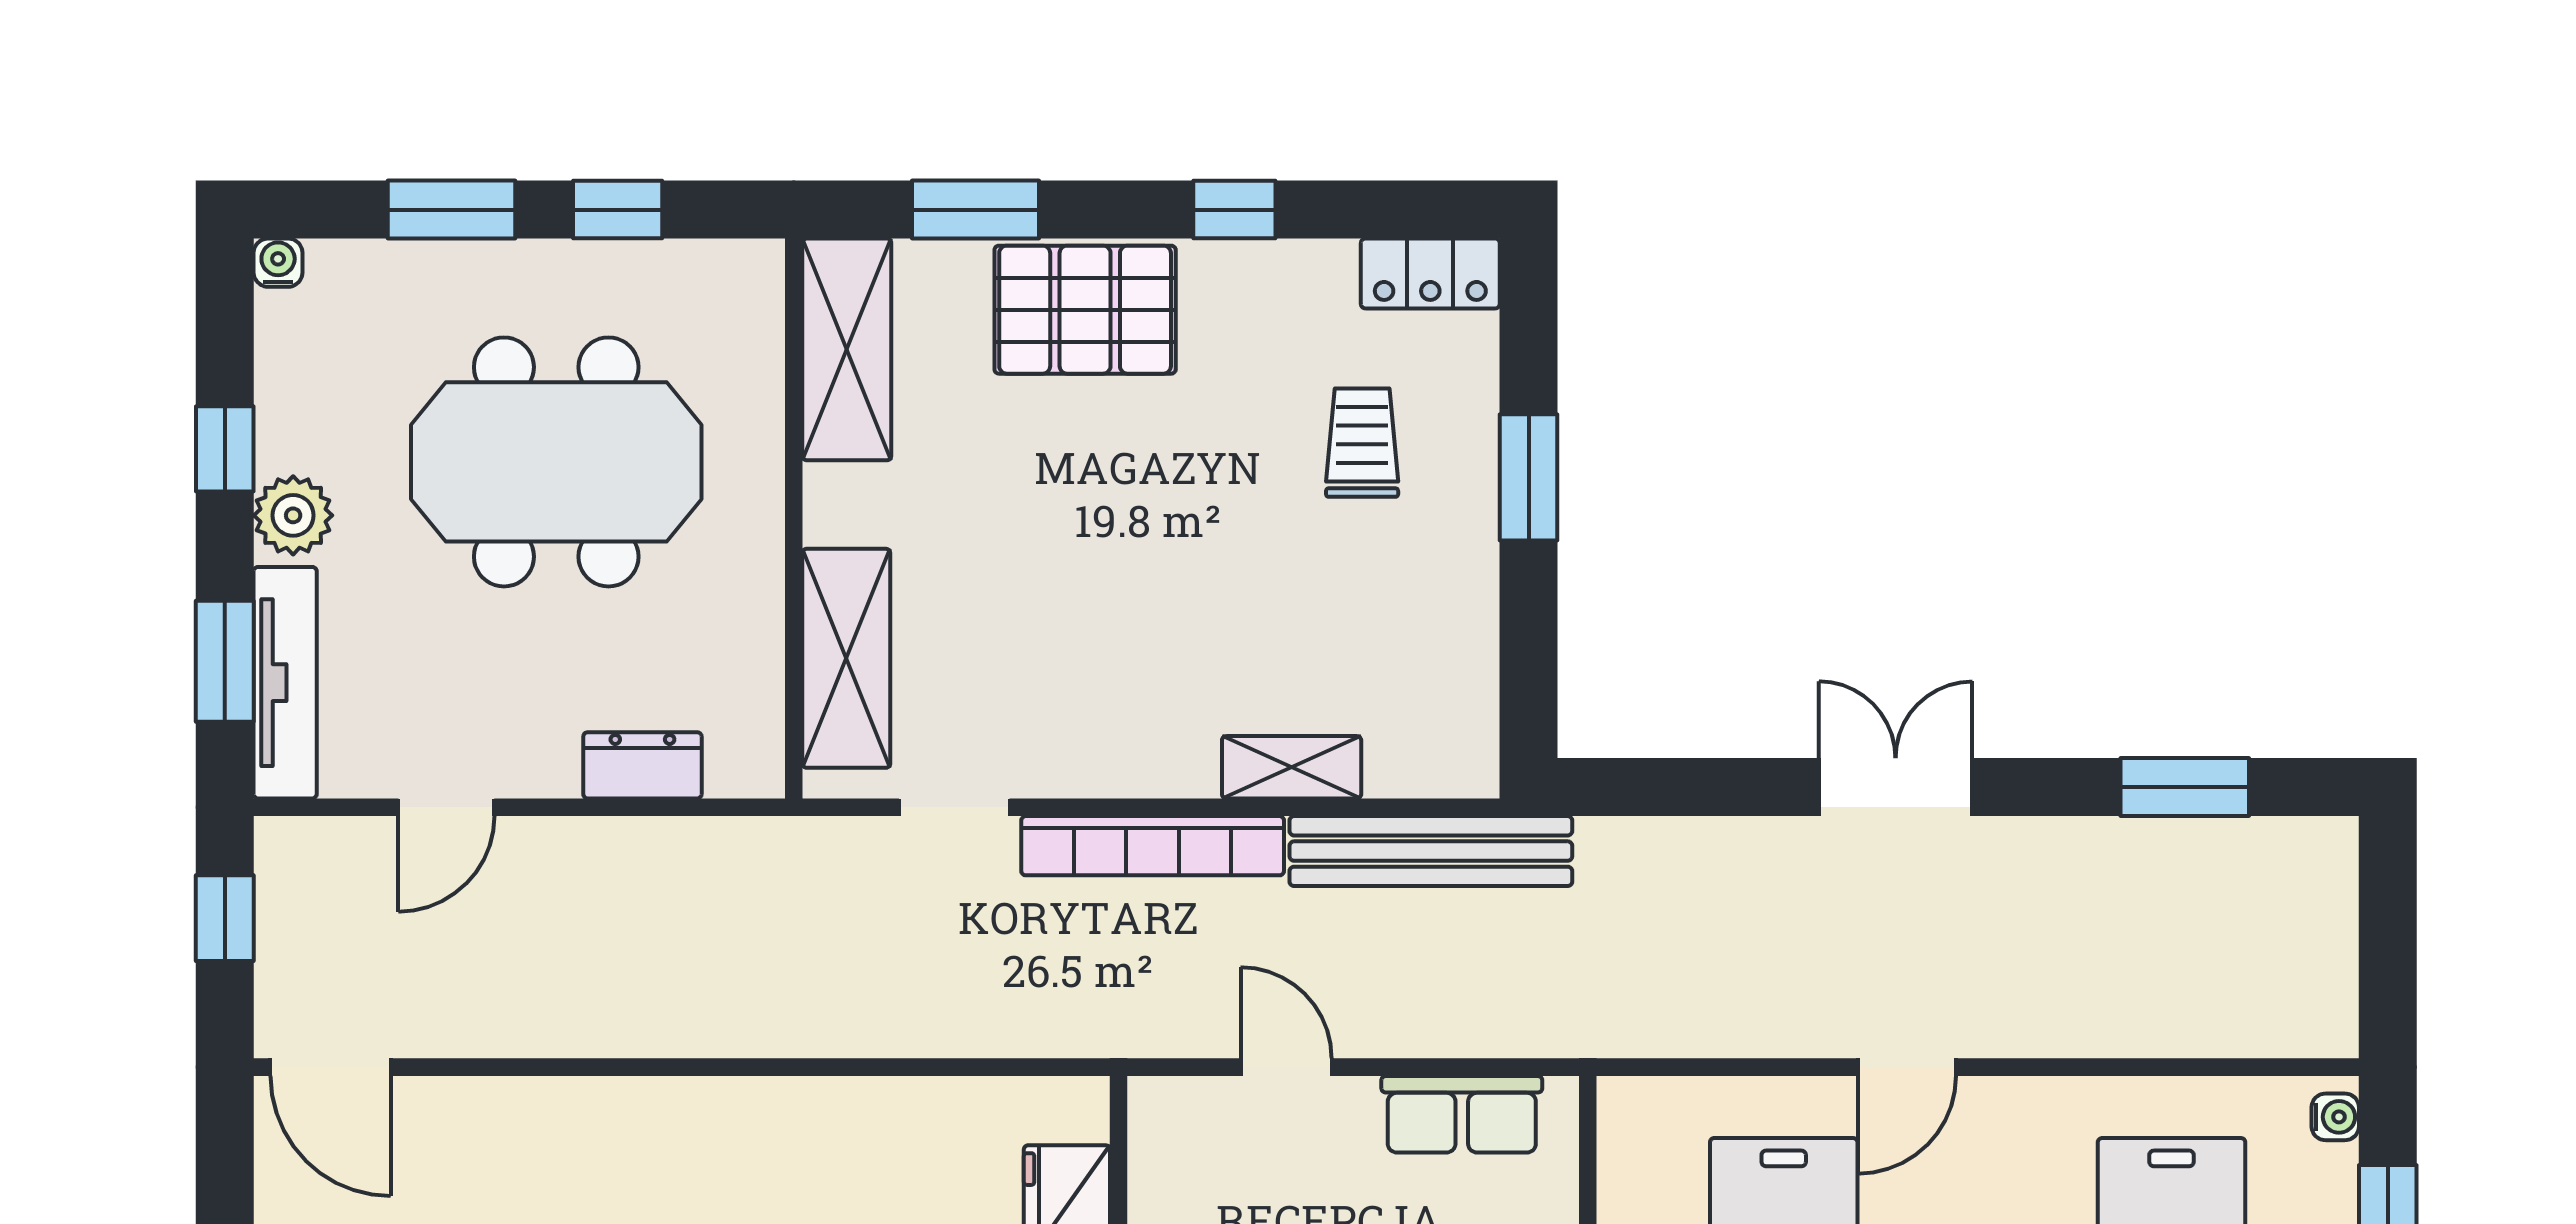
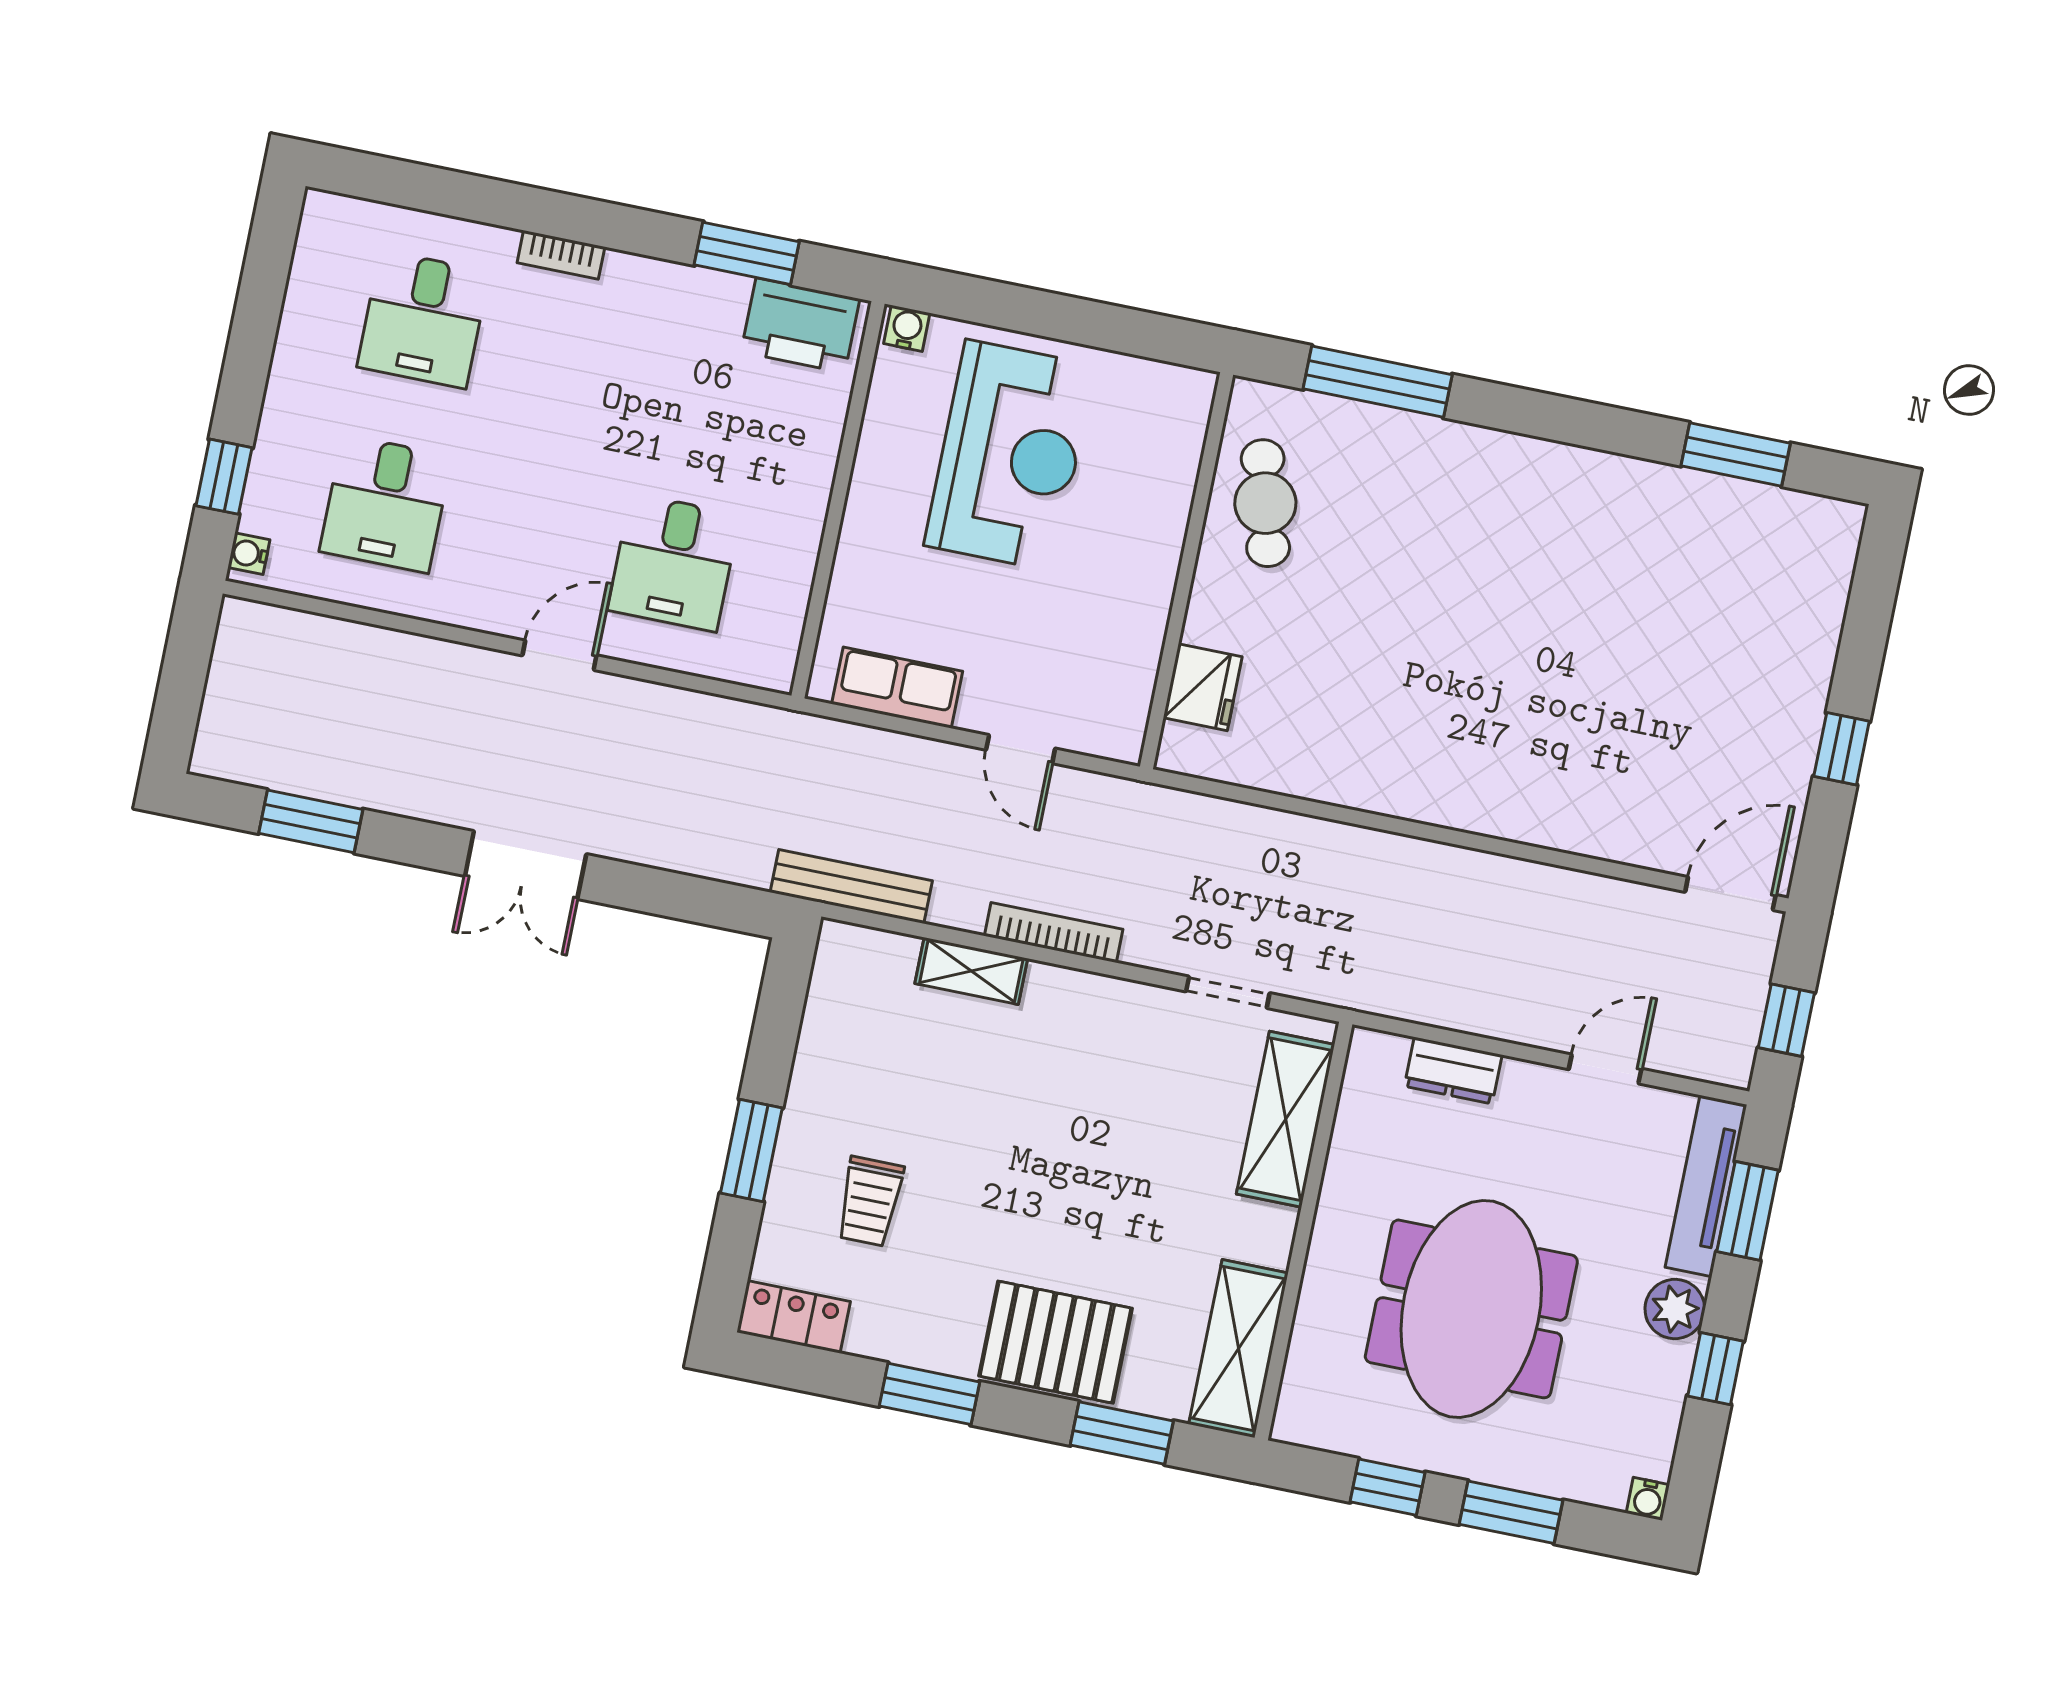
window: (1234, 210) -> (929, 1394), width x1.50
meeting table: (556, 462) -> (1471, 1309), turned 90
bookcase: (1153, 846) -> (1054, 933), width x0.68, depth x0.76
bench: (1431, 851) -> (851, 887), width x0.73, depth x0.82
door: (331, 1067) -> (1730, 894), hinge flipped

